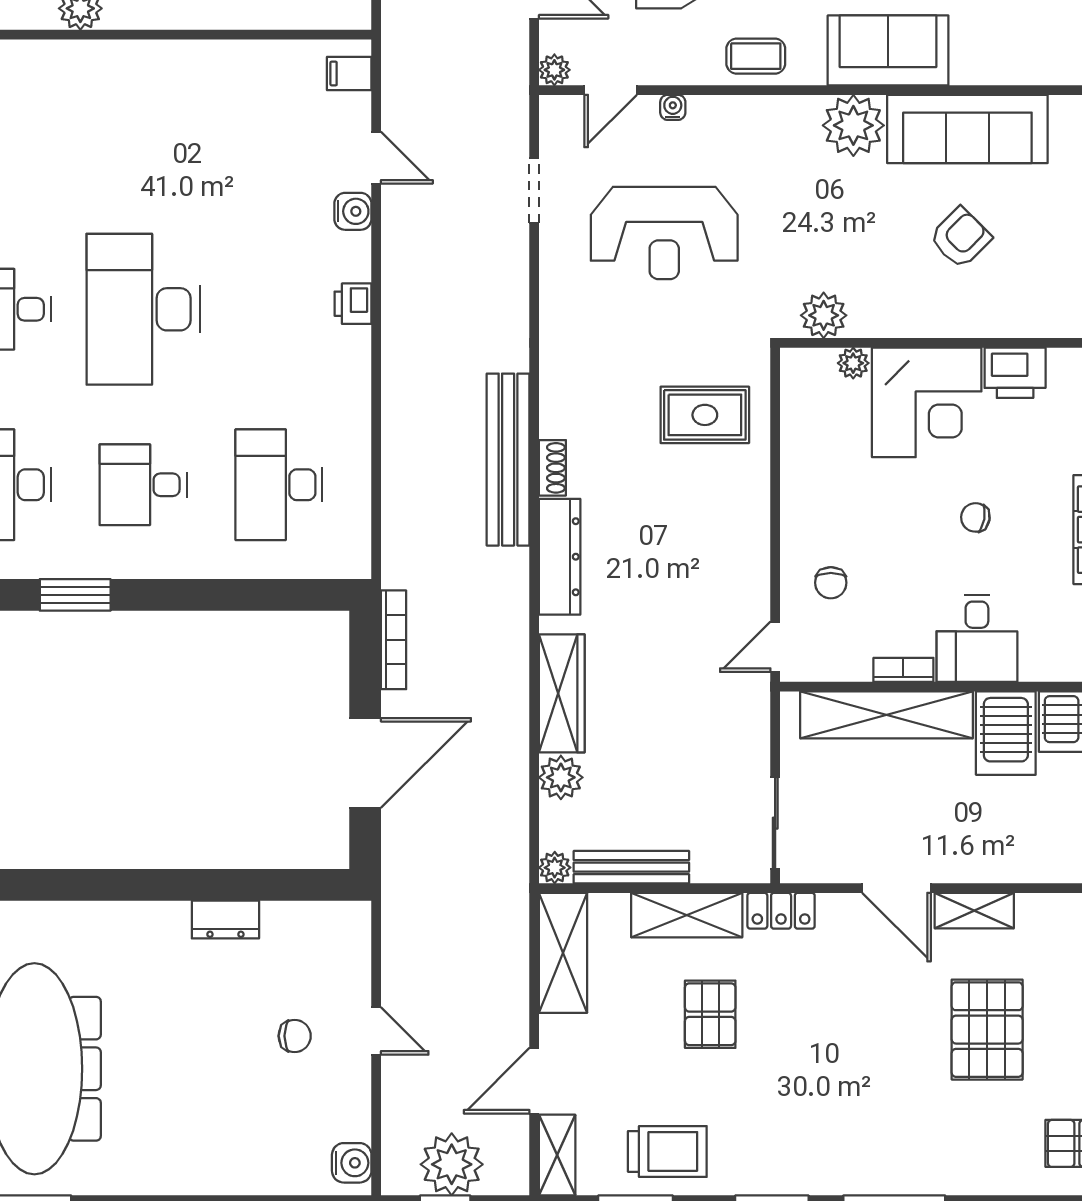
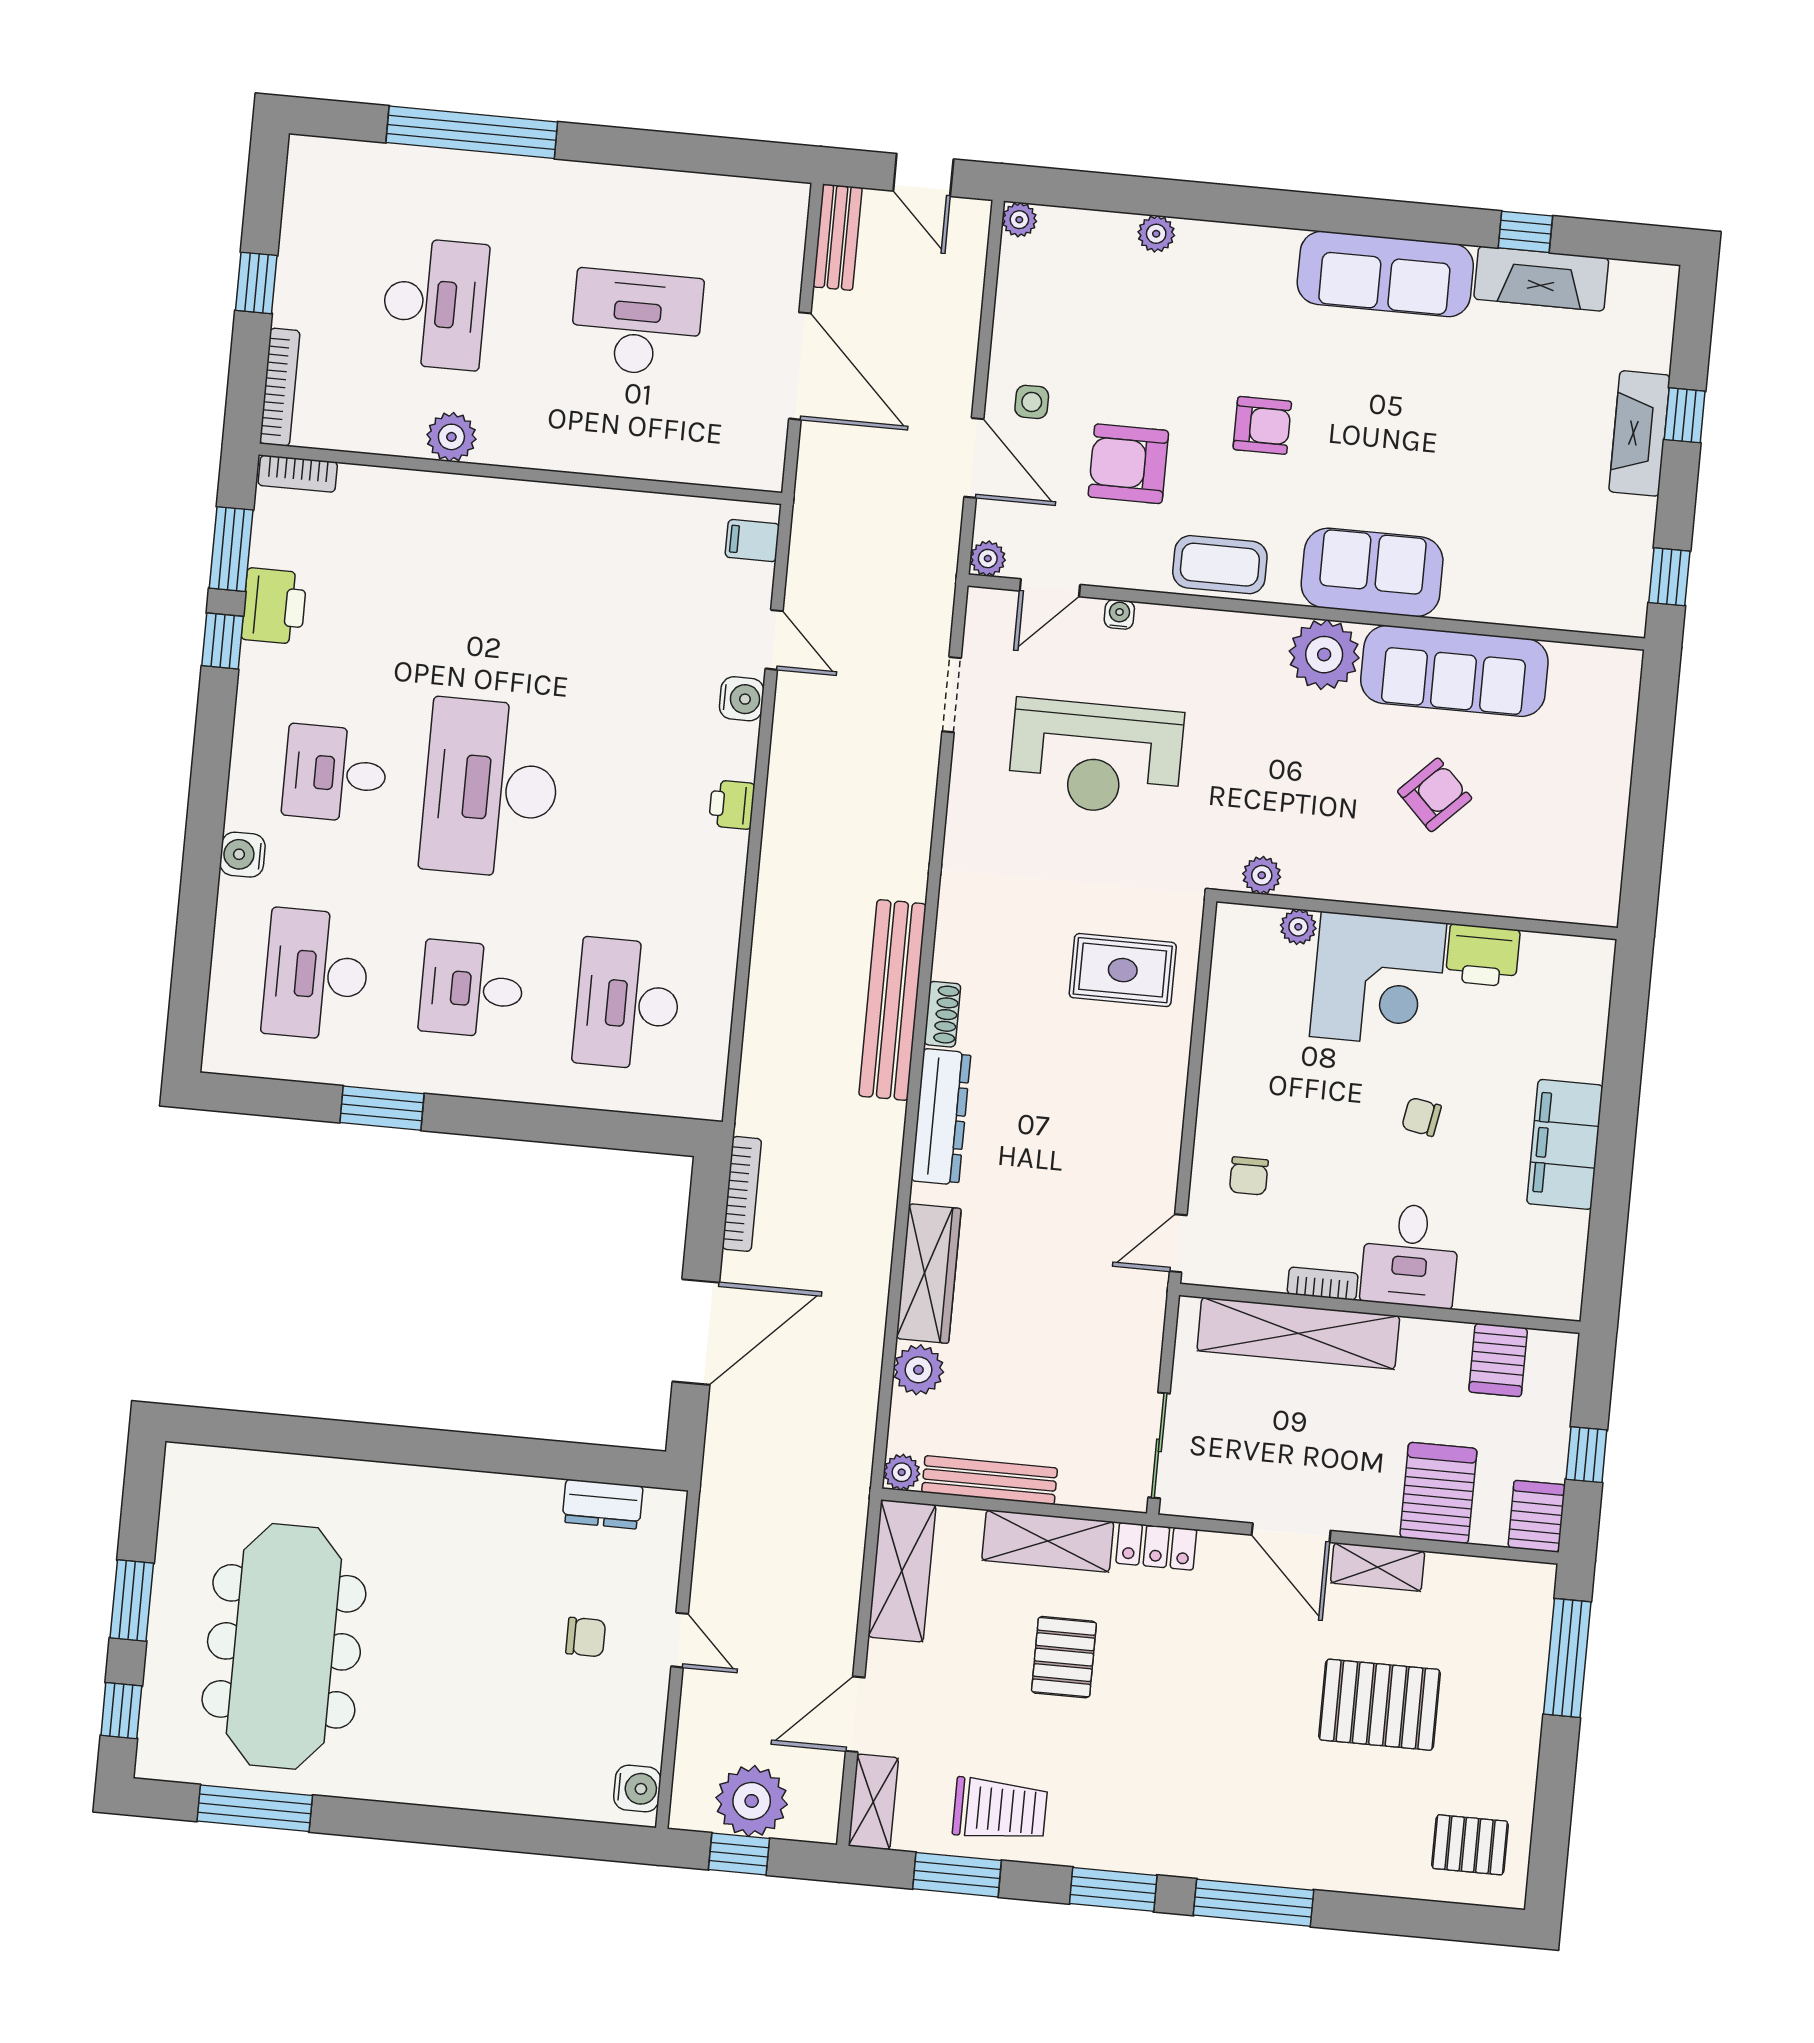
coffee table: (756, 56) -> (1220, 565), width x1.36, depth x1.30
plant: (824, 315) -> (1262, 875), width x0.73, depth x0.73
server rack: (1006, 733) -> (1438, 1493), moved, turned 180
dresser: (225, 920) -> (603, 1504), moved
pallet: (987, 1030) -> (1379, 1705), turned 90

